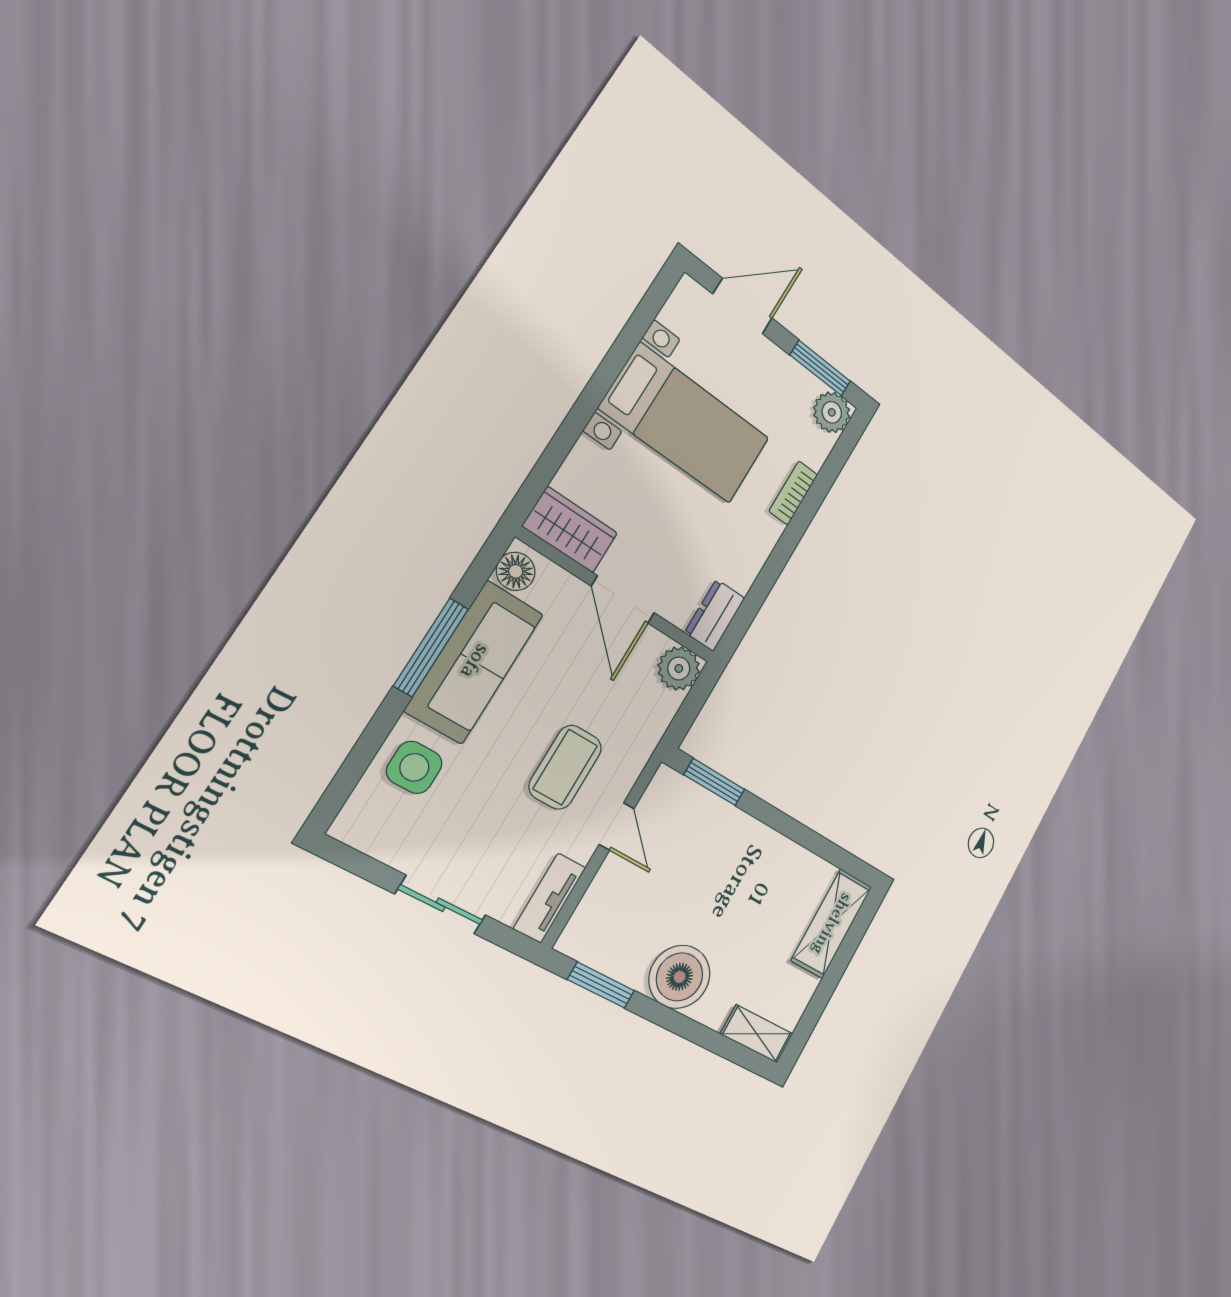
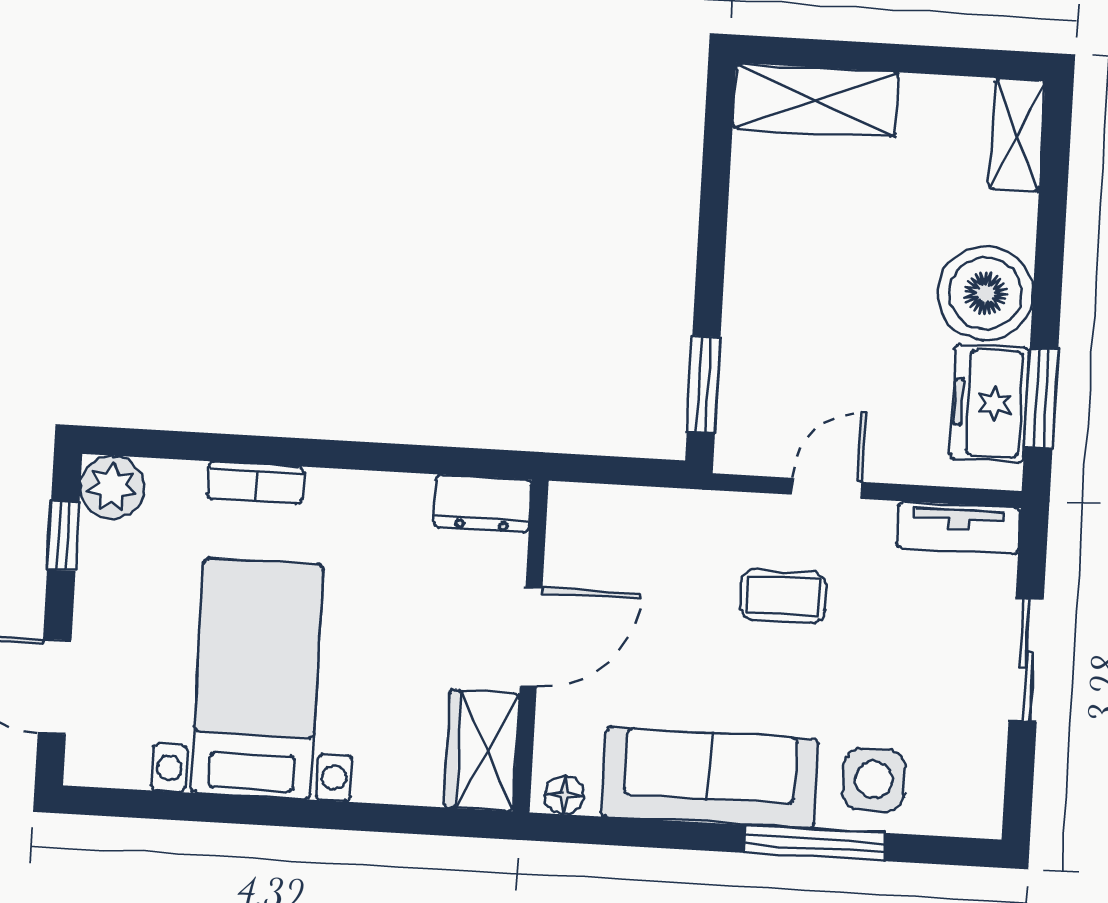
window: (820, 368) -> (63, 536), width x0.67
floor lamp: (516, 571) -> (564, 795), width x0.73, depth x0.73
window: (431, 647) -> (815, 843), moved
plant: (679, 668) -> (579, 515), removed
coffee table: (565, 767) -> (783, 596), width x0.73, depth x0.77
freezer: (615, 951) -> (989, 403), added

